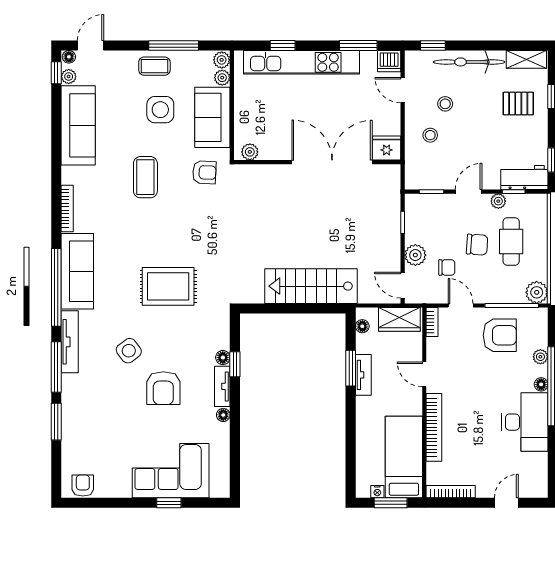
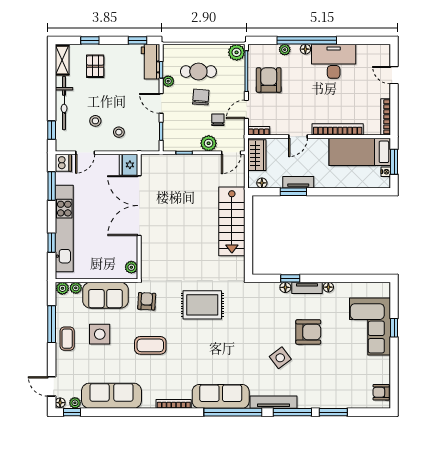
rug: (168, 286) -> (202, 305), moved, turned 90

